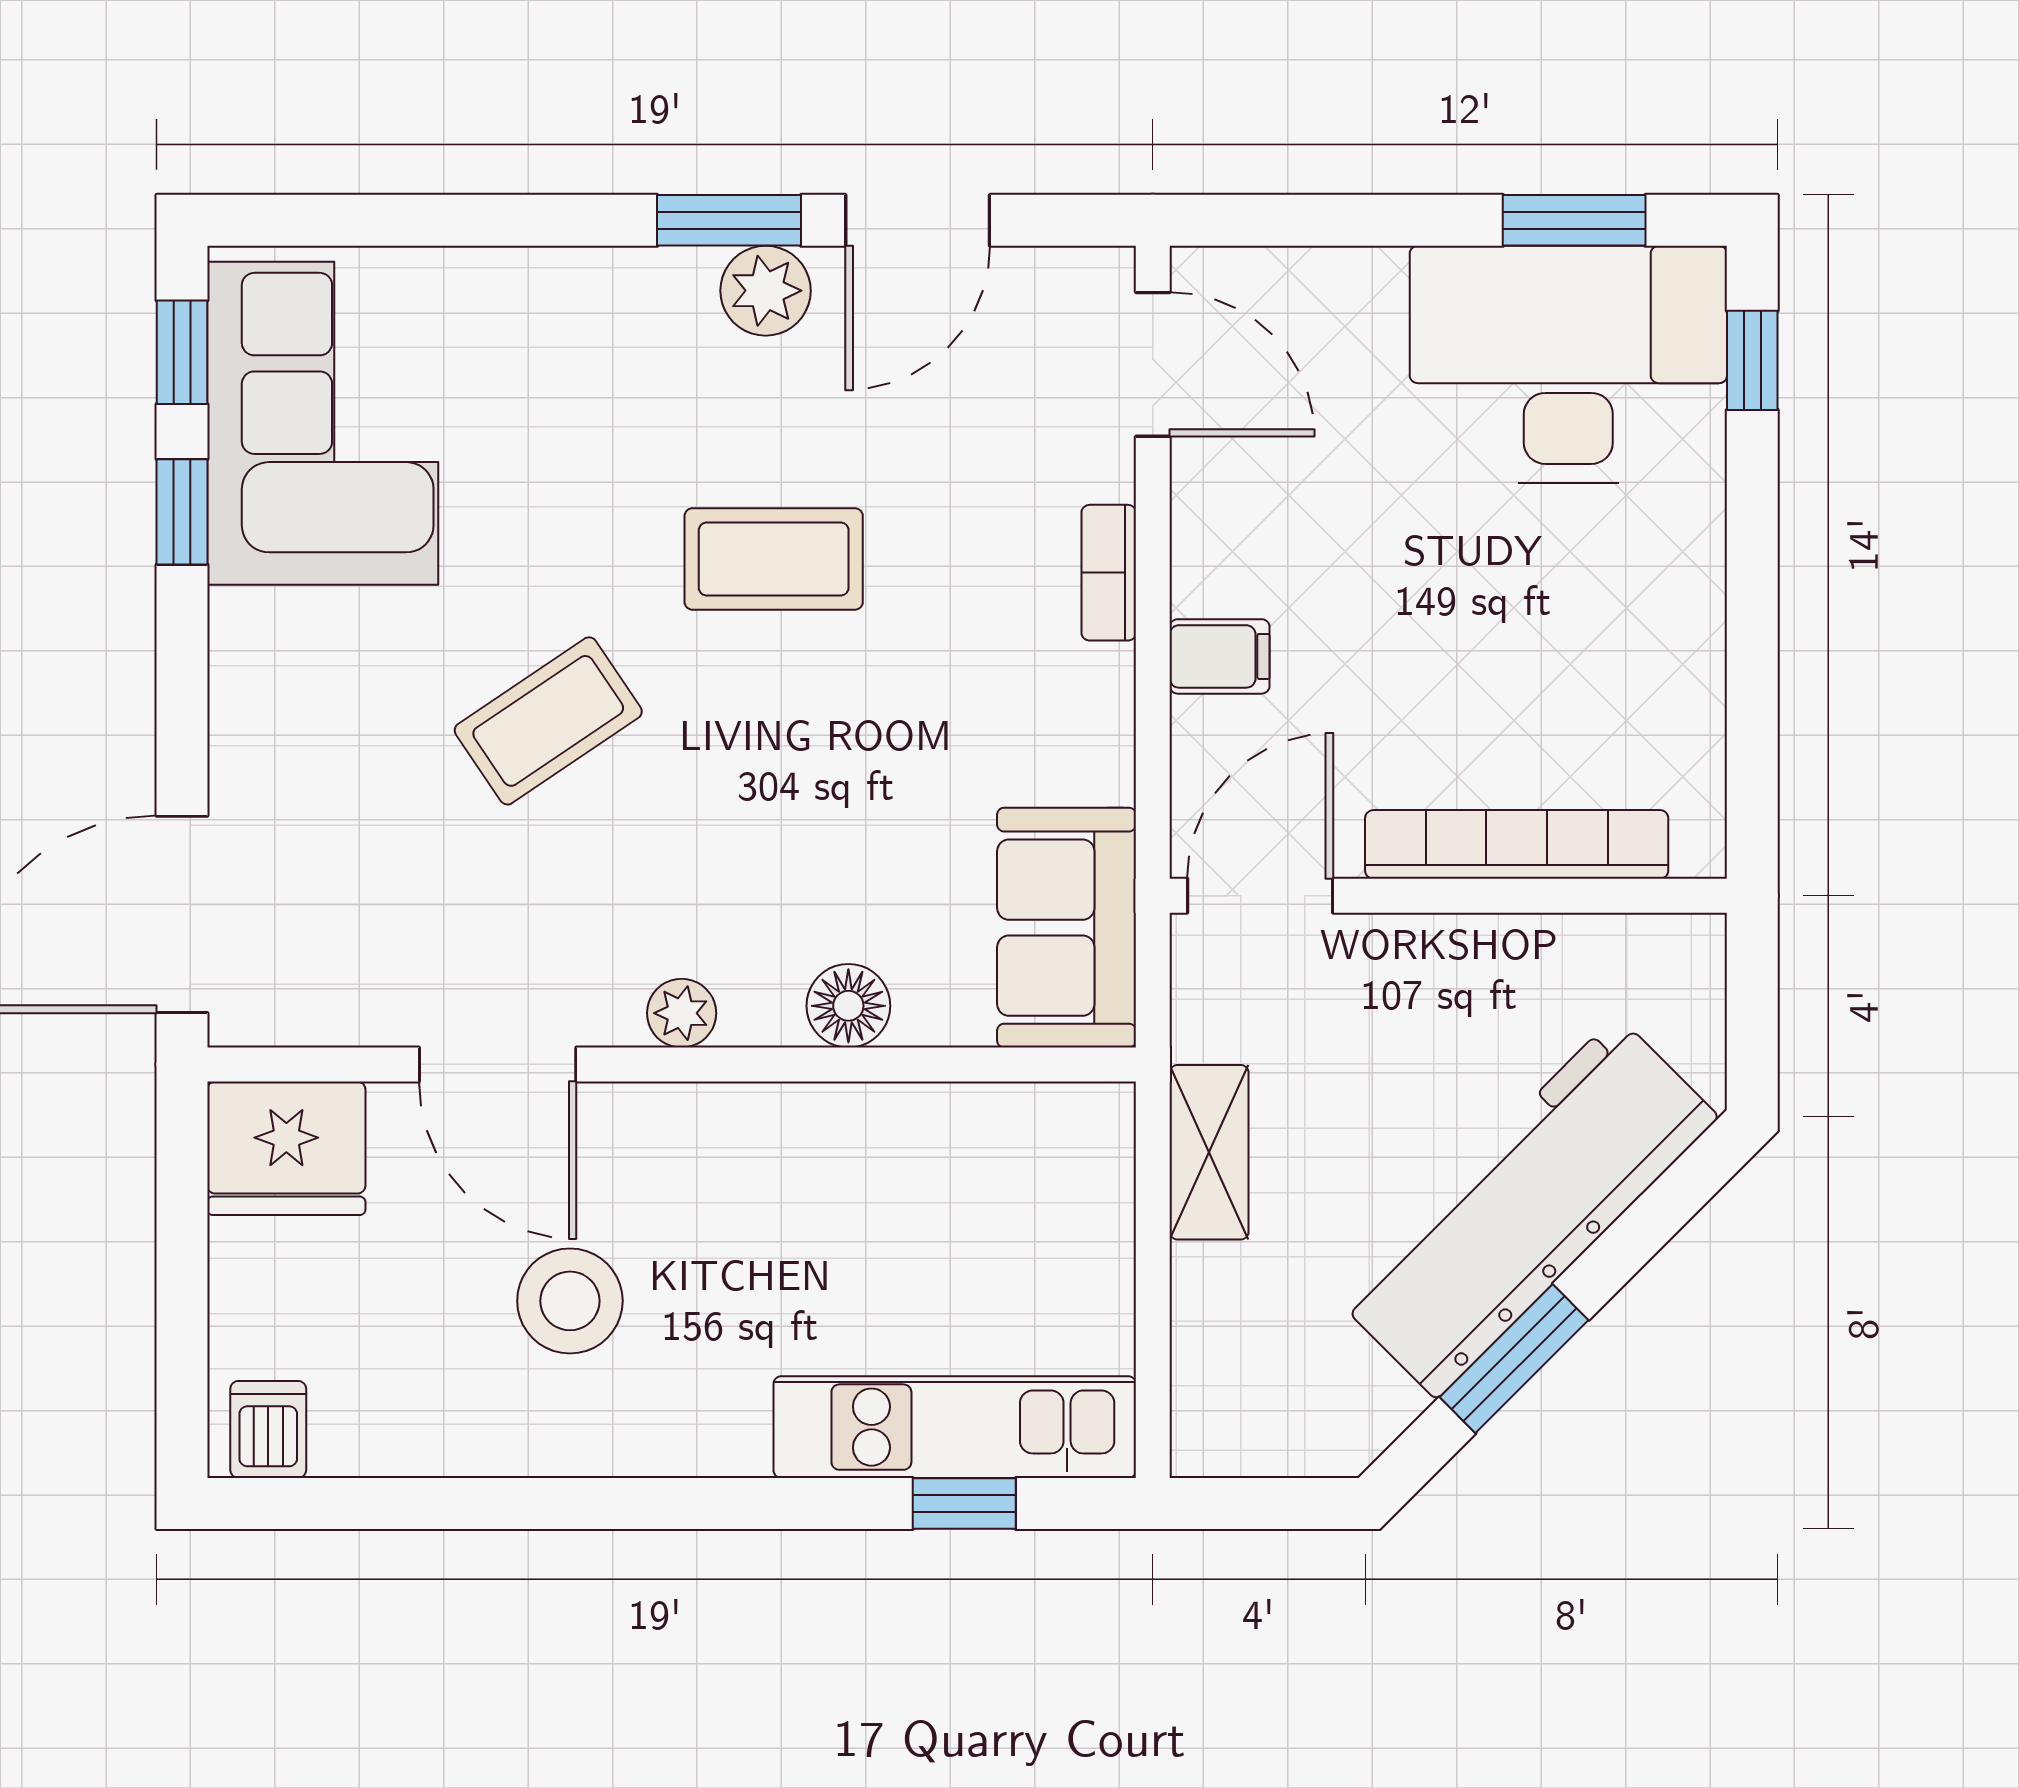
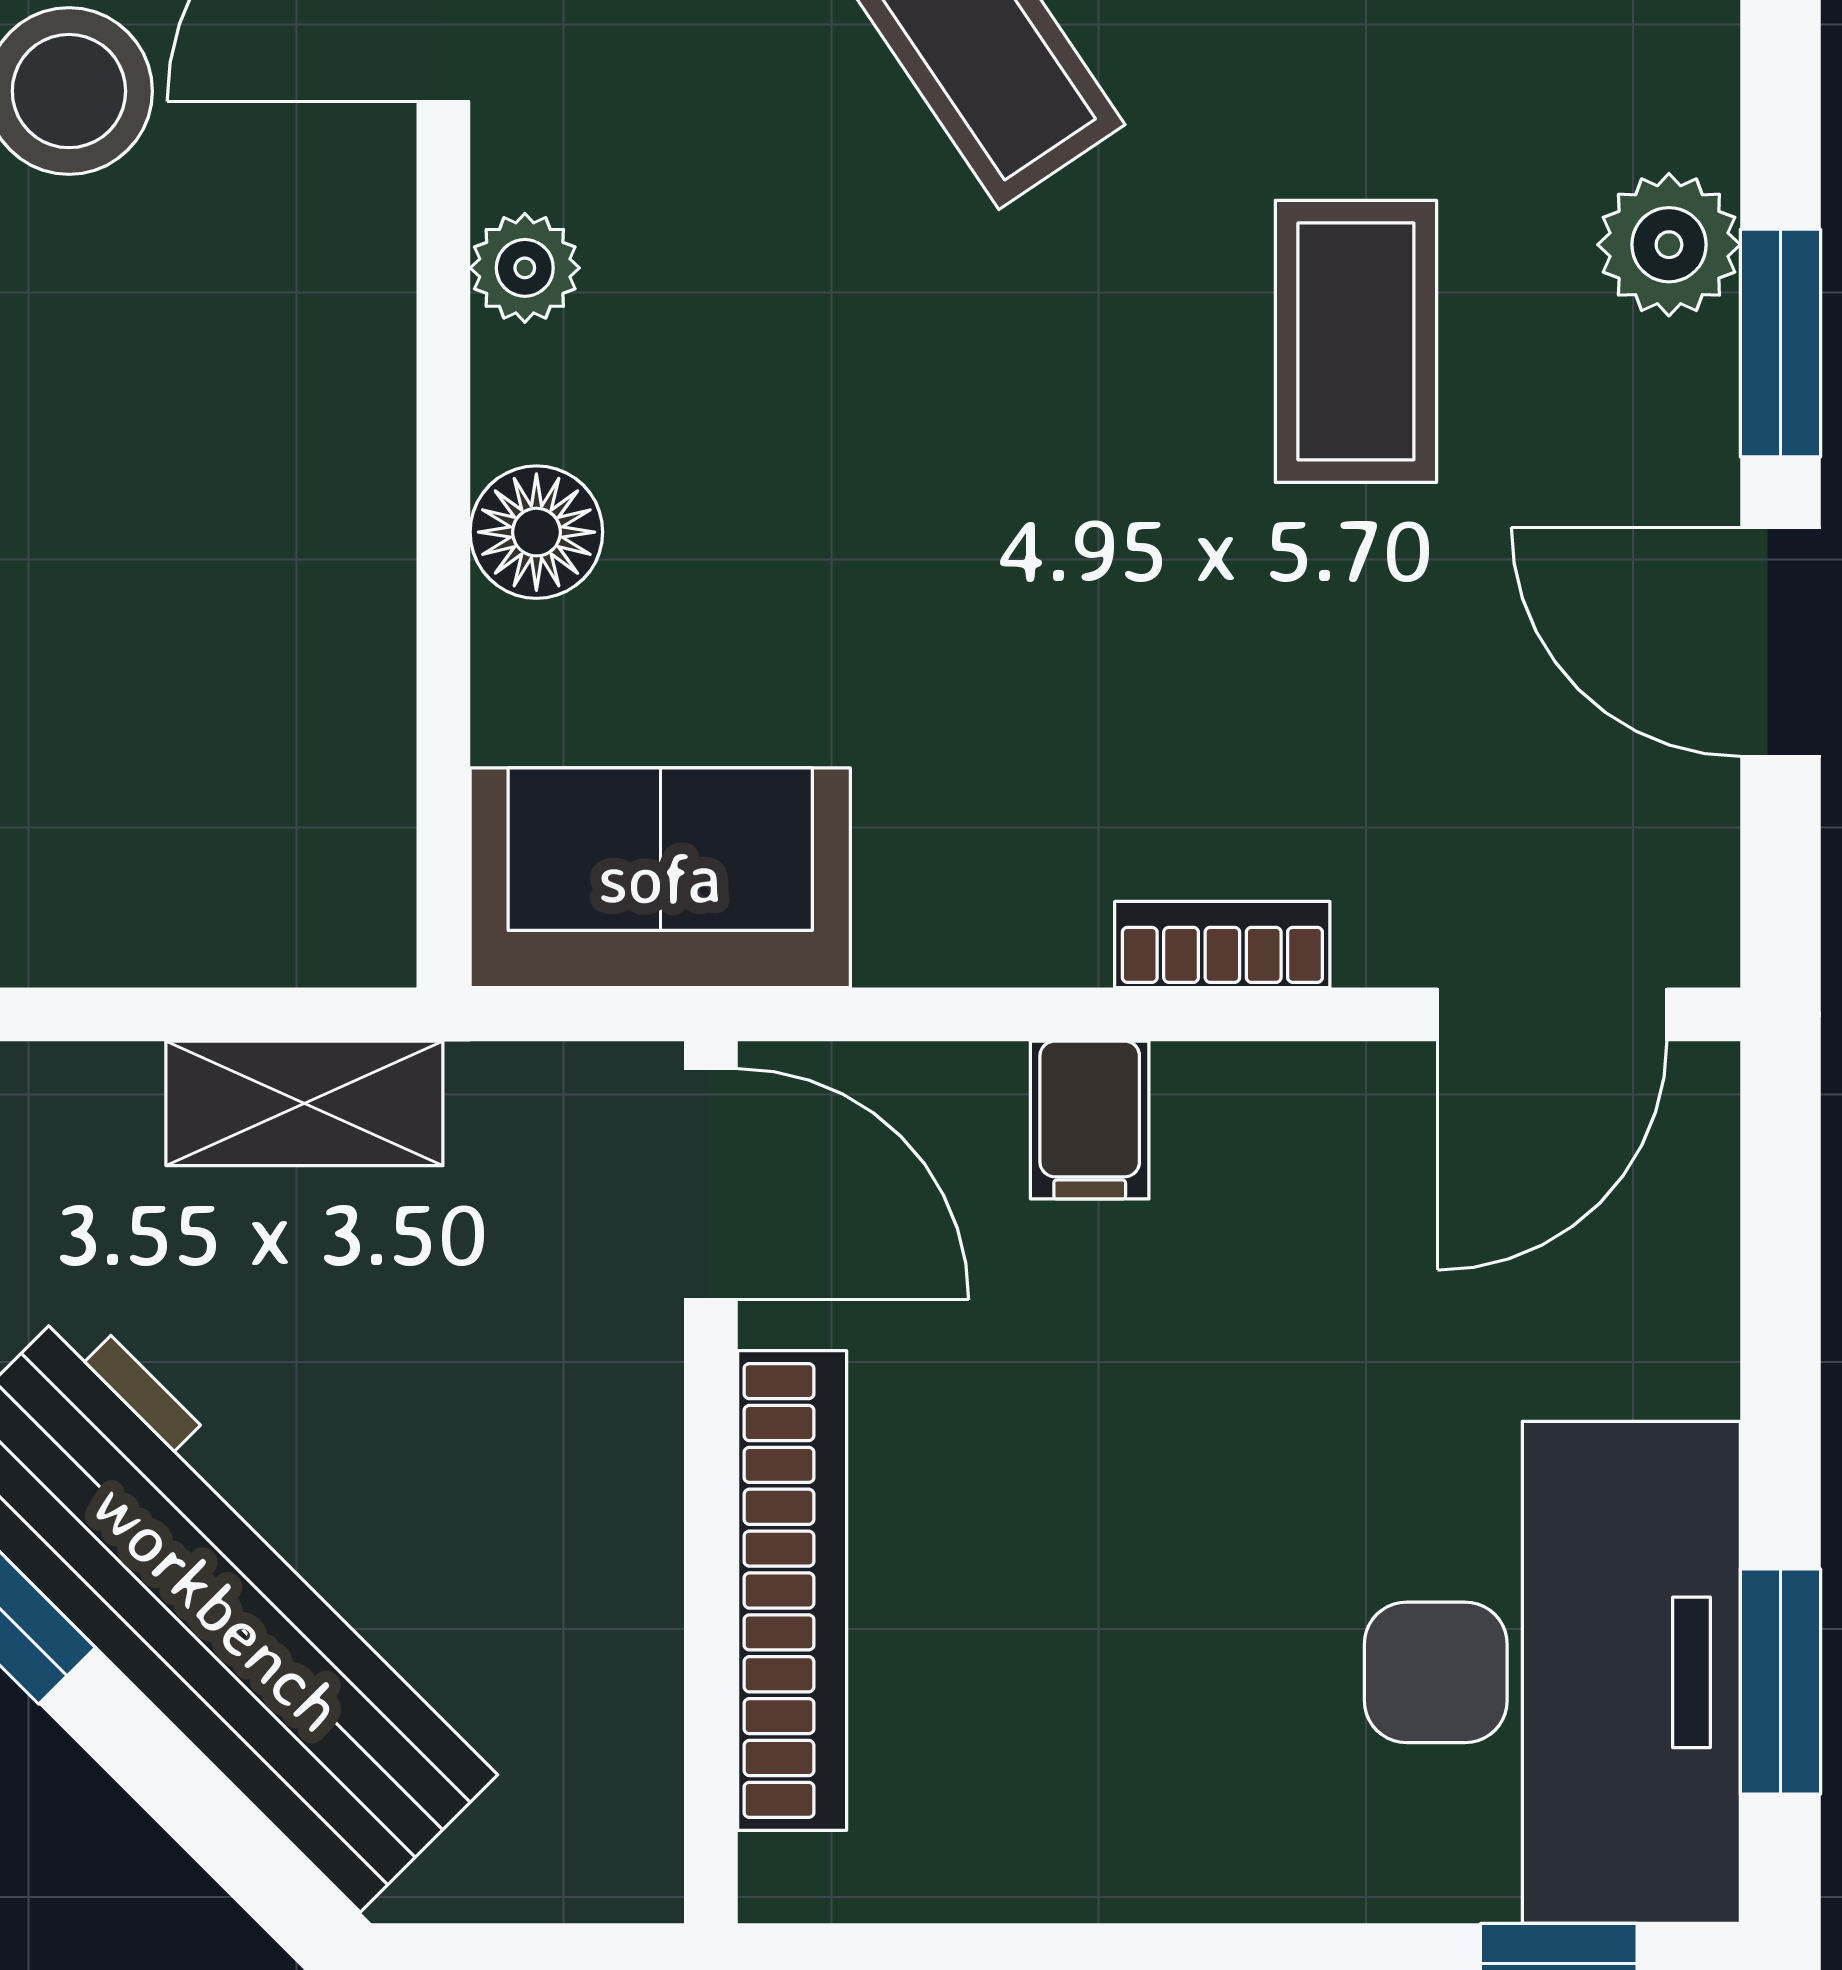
plant: (766, 291) -> (1669, 245), moved
coffee table: (774, 559) -> (1356, 341), moved

